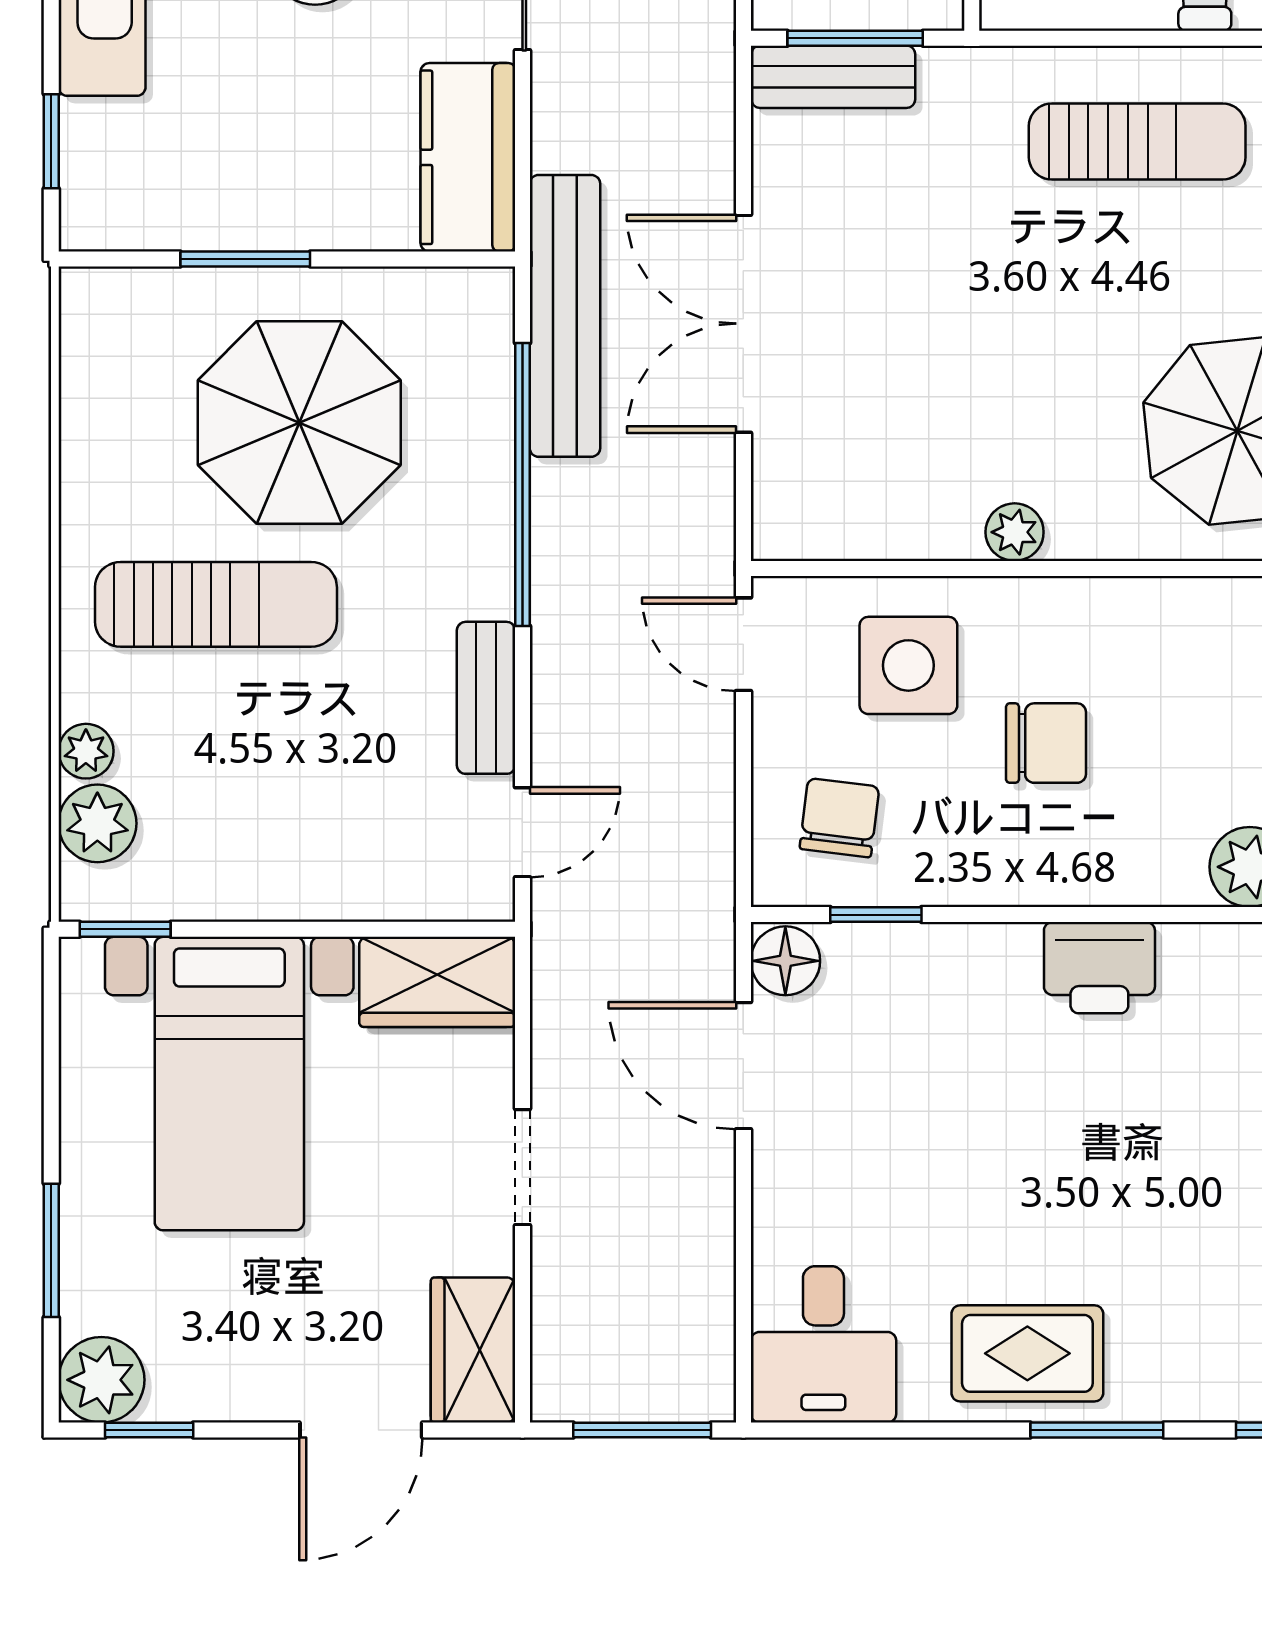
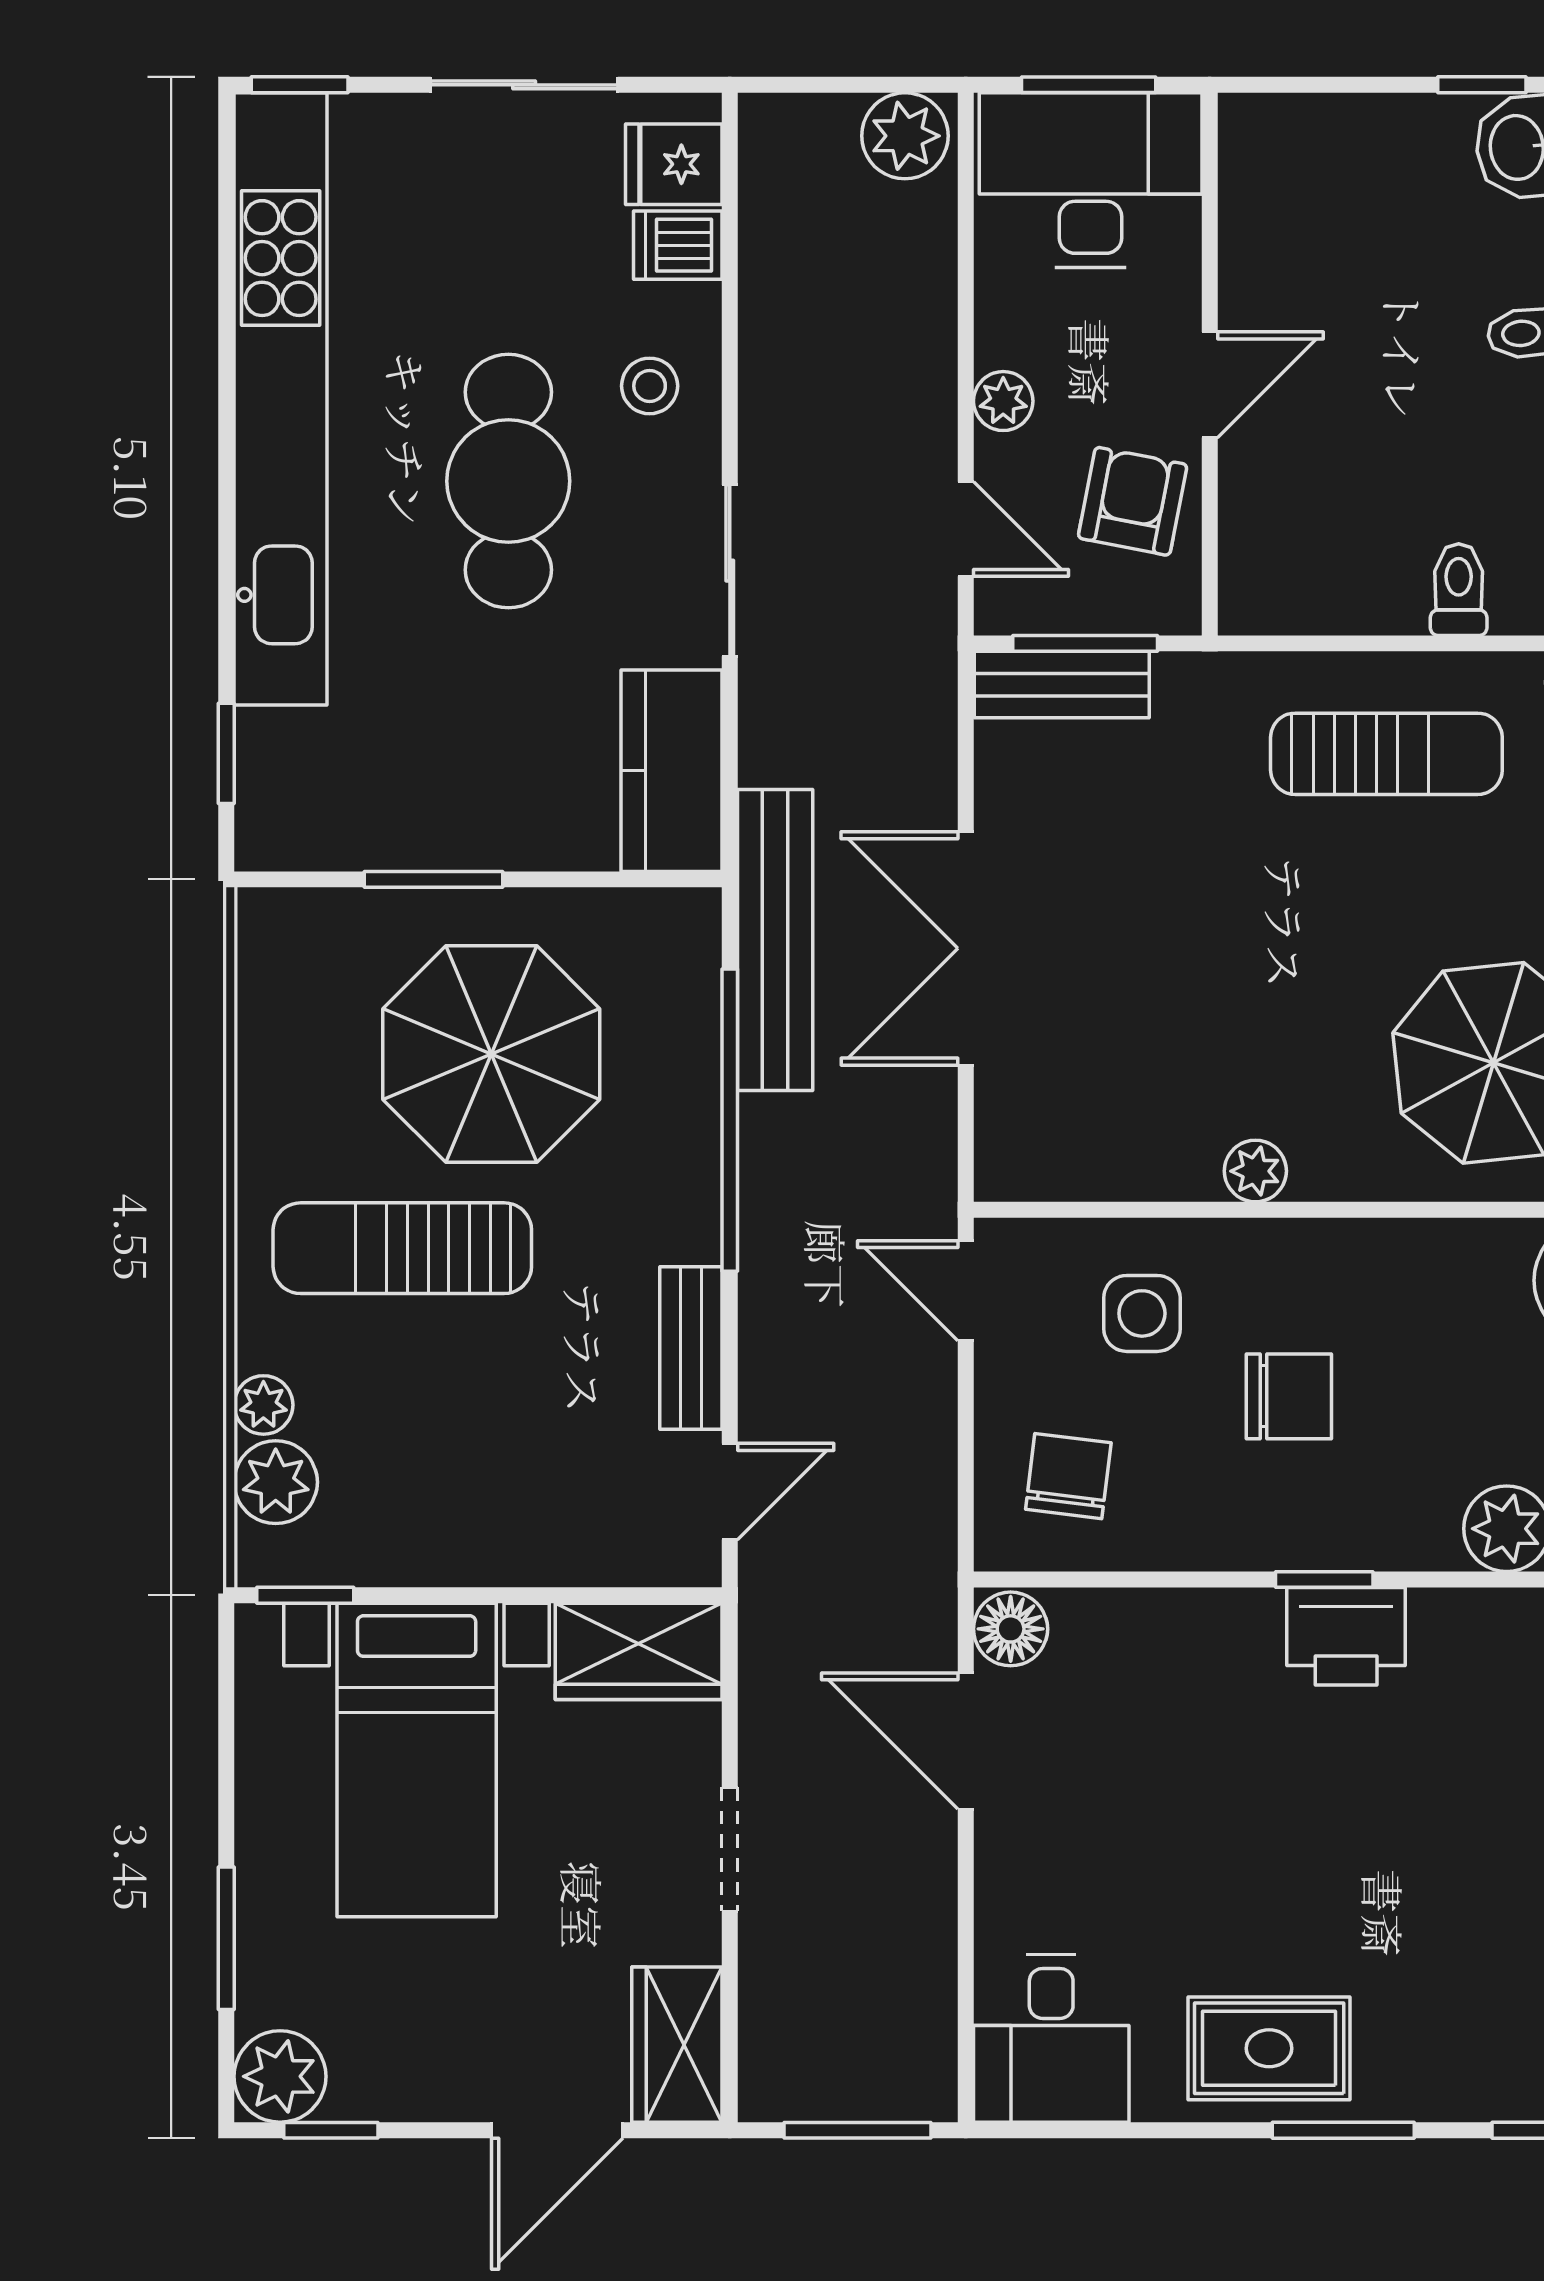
sun lounger: (216, 604) -> (402, 1248), turned 180
side table: (908, 665) -> (1142, 1313), width x0.73, depth x0.73
window: (876, 915) -> (1324, 1580), moved

